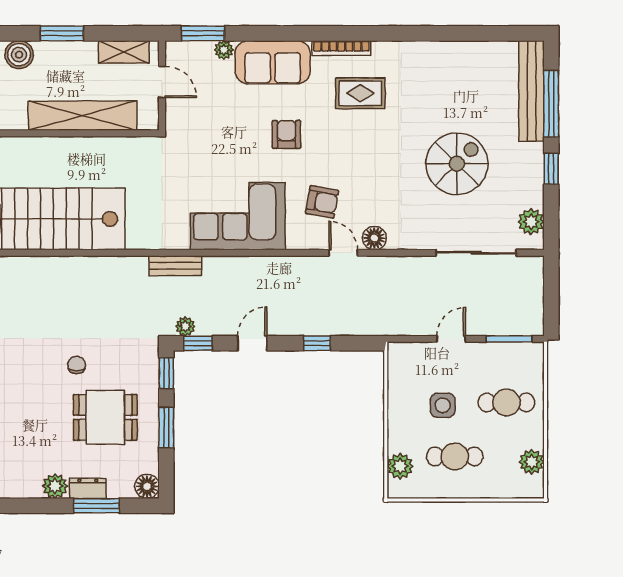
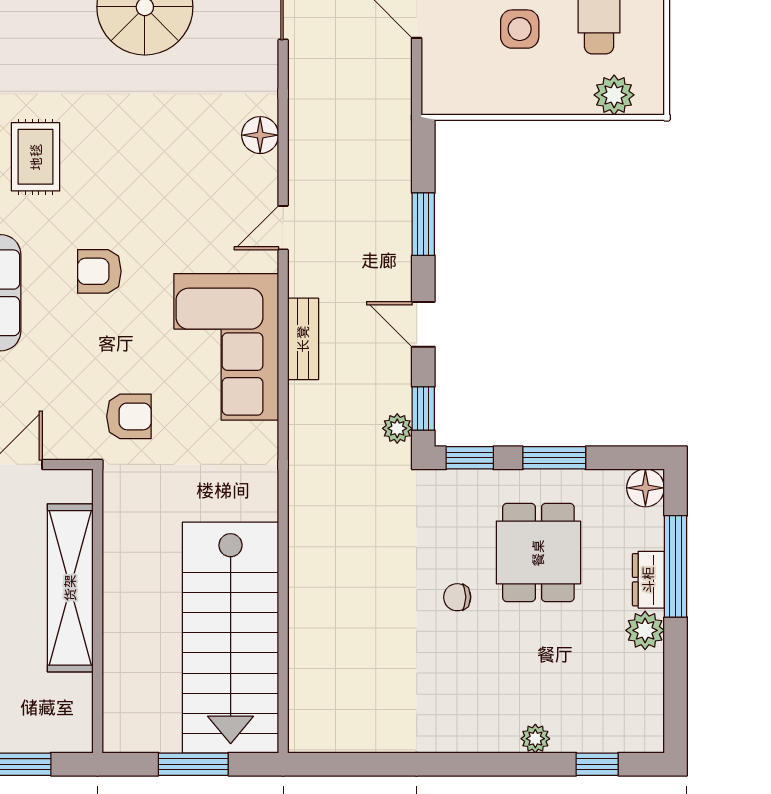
armchair: (322, 202) -> (129, 416), moved, turned 80
door: (343, 253) -> (283, 228), moved
bench: (175, 266) -> (303, 339), moved
window: (317, 343) -> (423, 224), width x1.50
window: (96, 506) -> (676, 566), width x1.44

